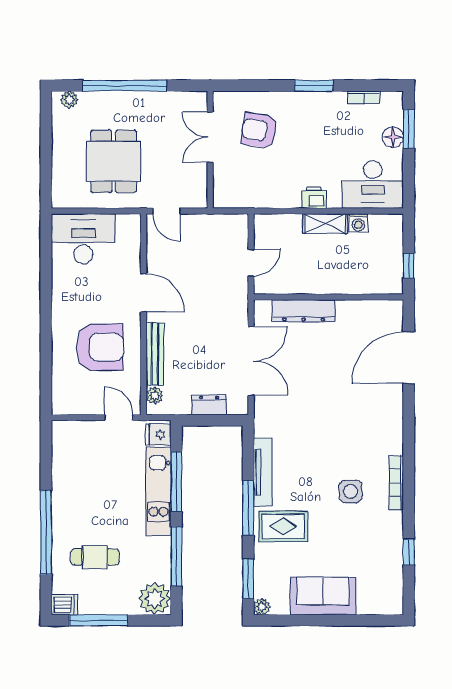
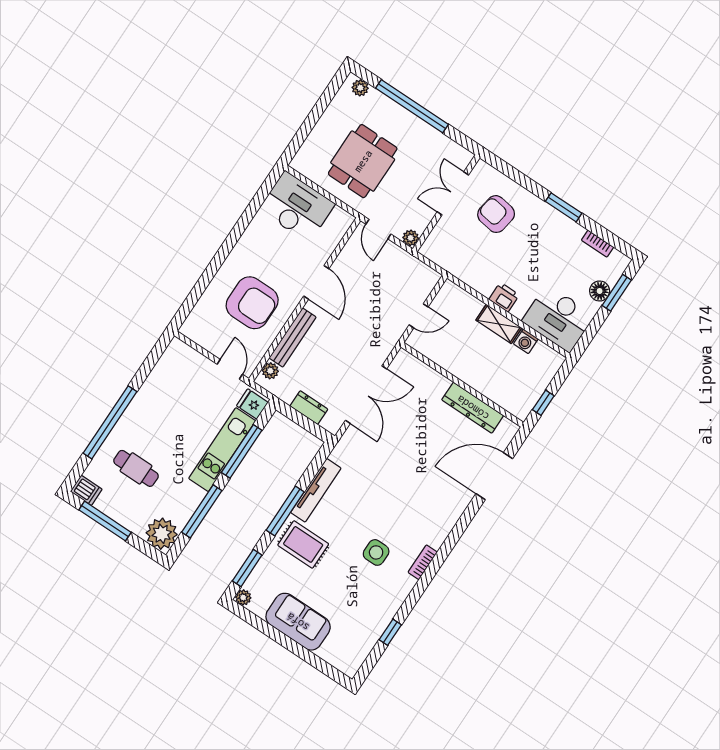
plant: (199, 200) -> (411, 238), added
dresser: (304, 311) -> (473, 408), moved
bookcase: (396, 483) -> (423, 562), width x0.64

